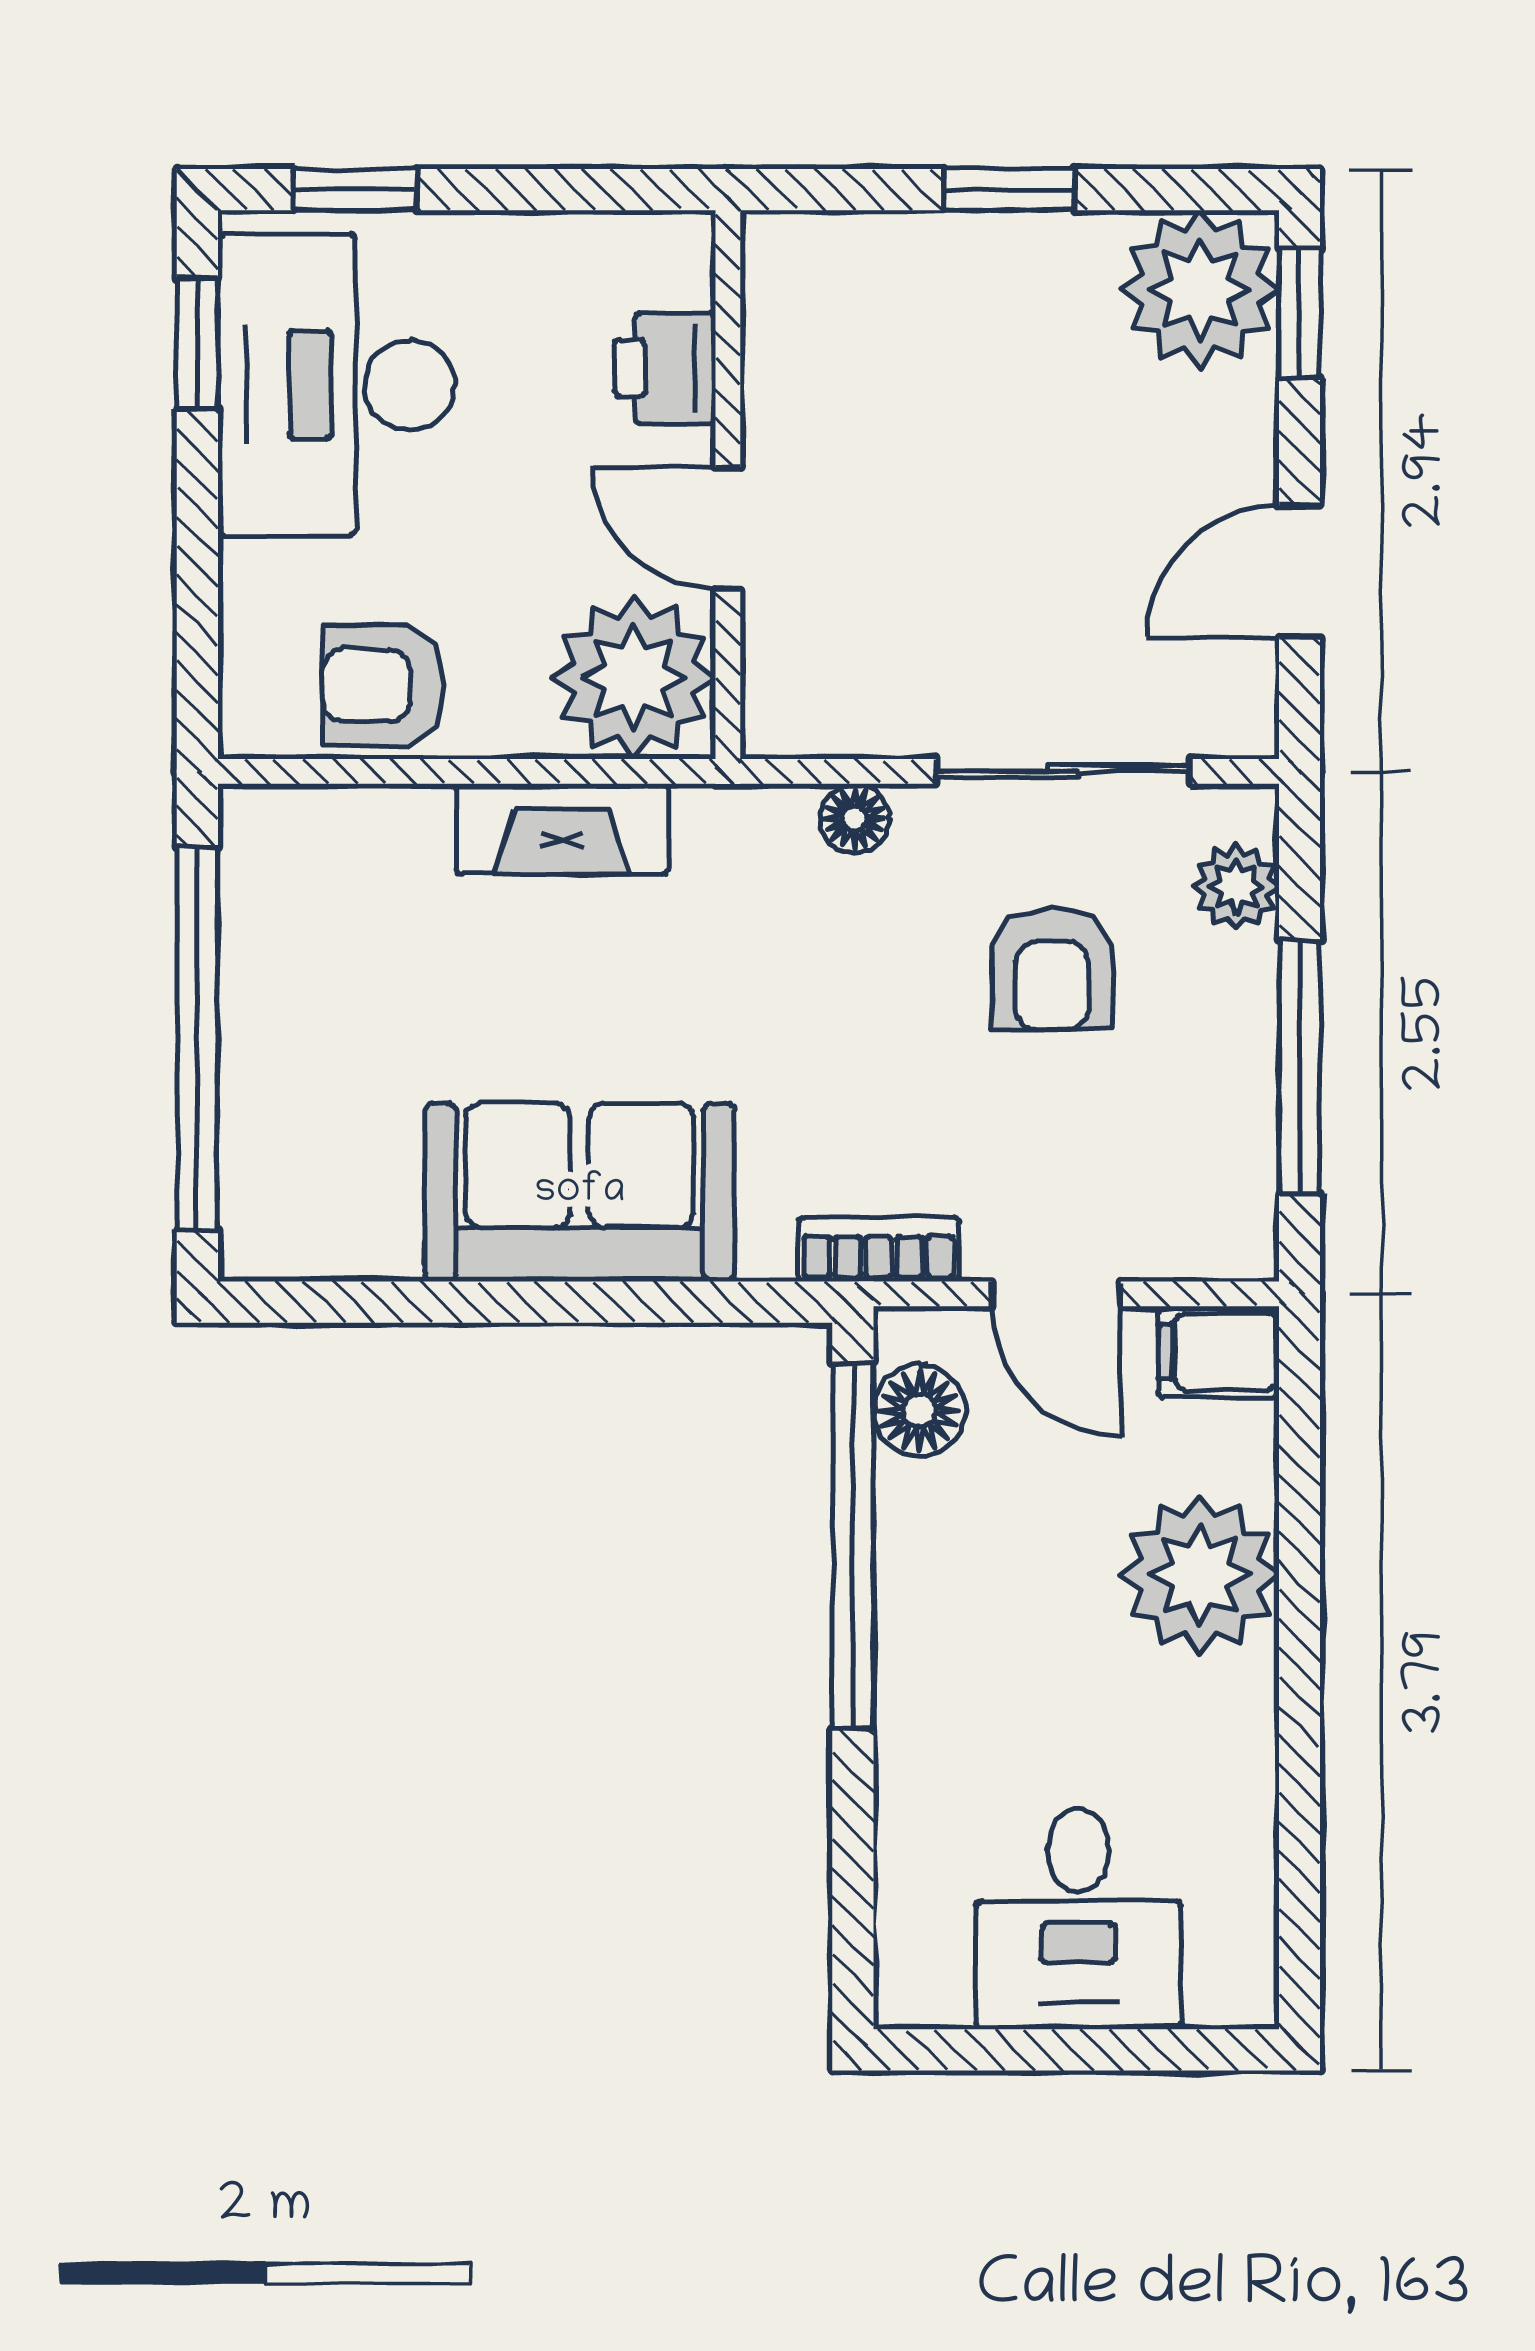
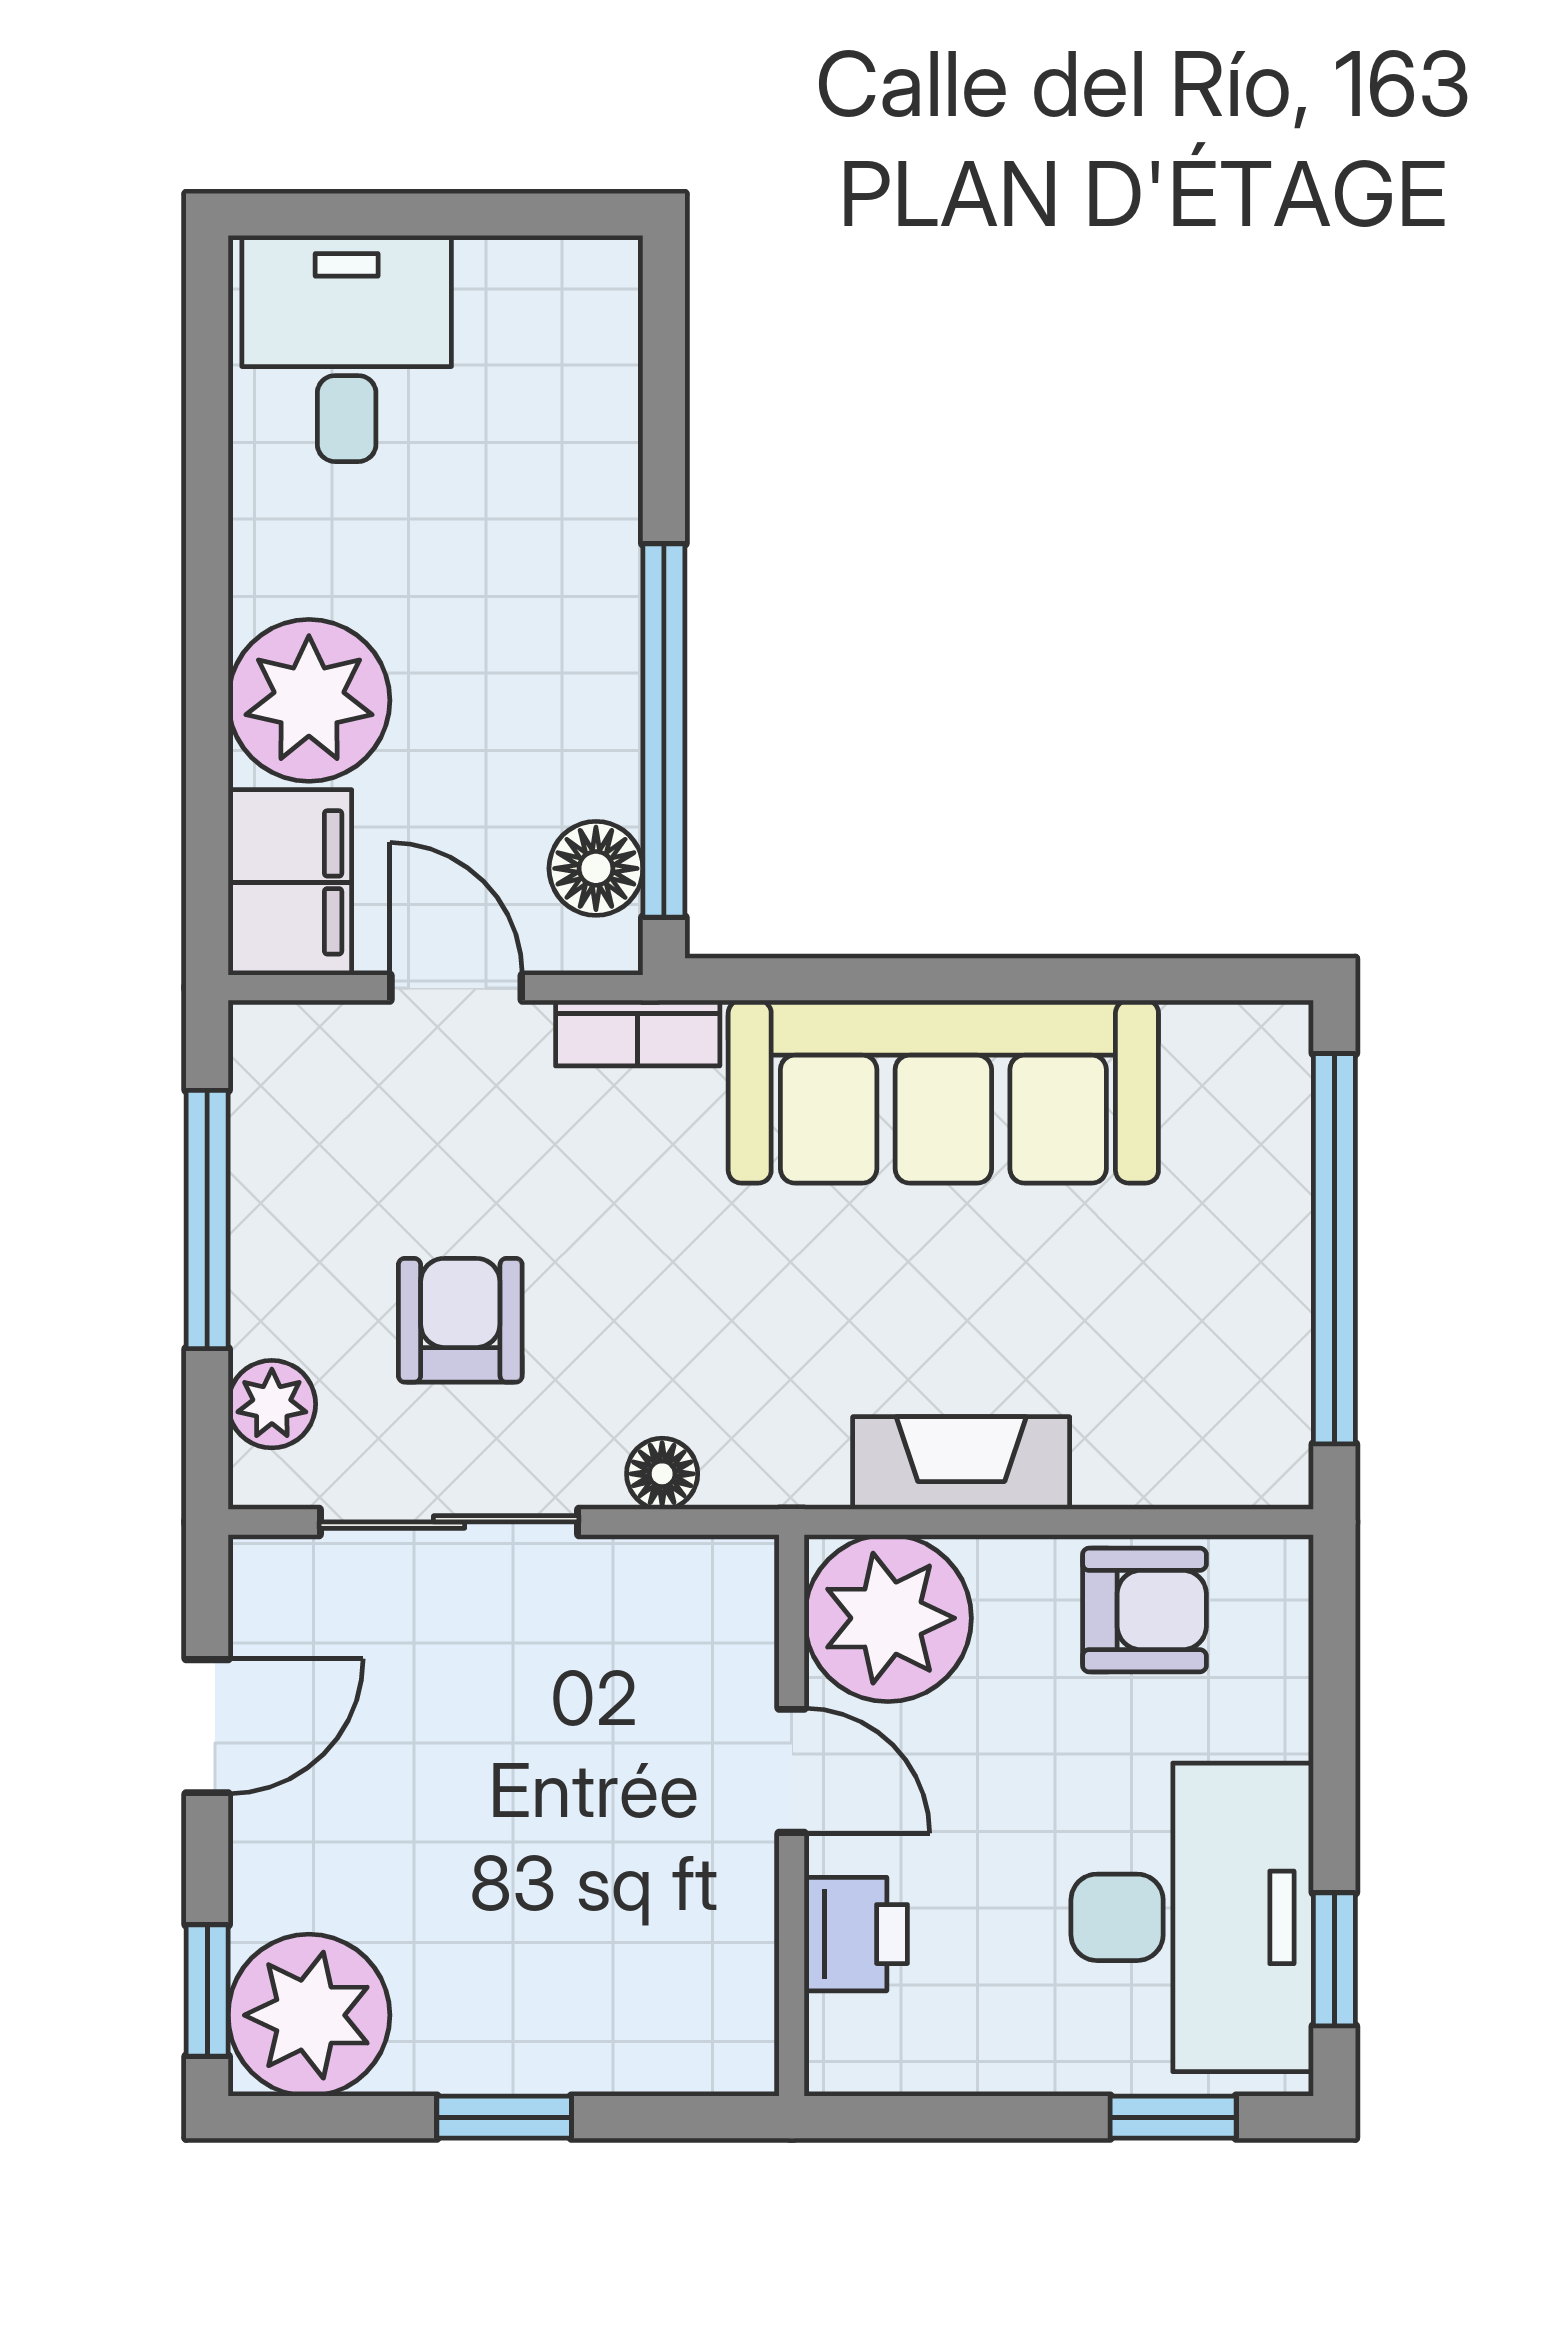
sofa: (580, 1192) -> (943, 1092), width x1.36
filing cabinet: (1219, 1351) -> (290, 882), width x2.00
desk: (1079, 1919) -> (347, 349), moved

